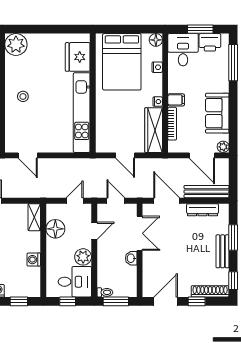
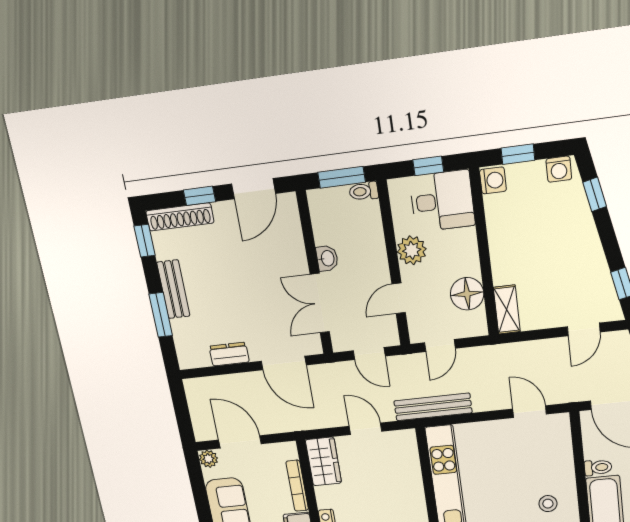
wardrobe: (154, 130) -> (323, 461), width x0.67
bench: (207, 192) -> (433, 407), moved
dresser: (203, 210) -> (229, 354), width x0.70
washing machine: (34, 260) -> (493, 180), moved
desk: (75, 282) -> (442, 201), moved, turned 180

